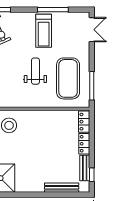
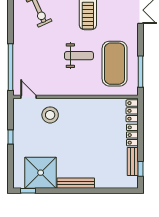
weight bench: (35, 71) -> (79, 56), turned 90
bench: (62, 188) -> (76, 183), moved

